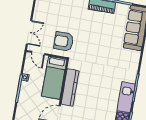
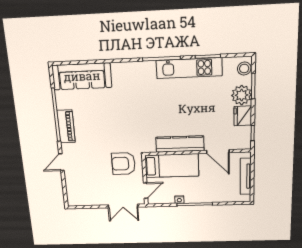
double door: (29, 32) -> (123, 206), swing flipped
armchair: (64, 41) -> (123, 164), turned 90

